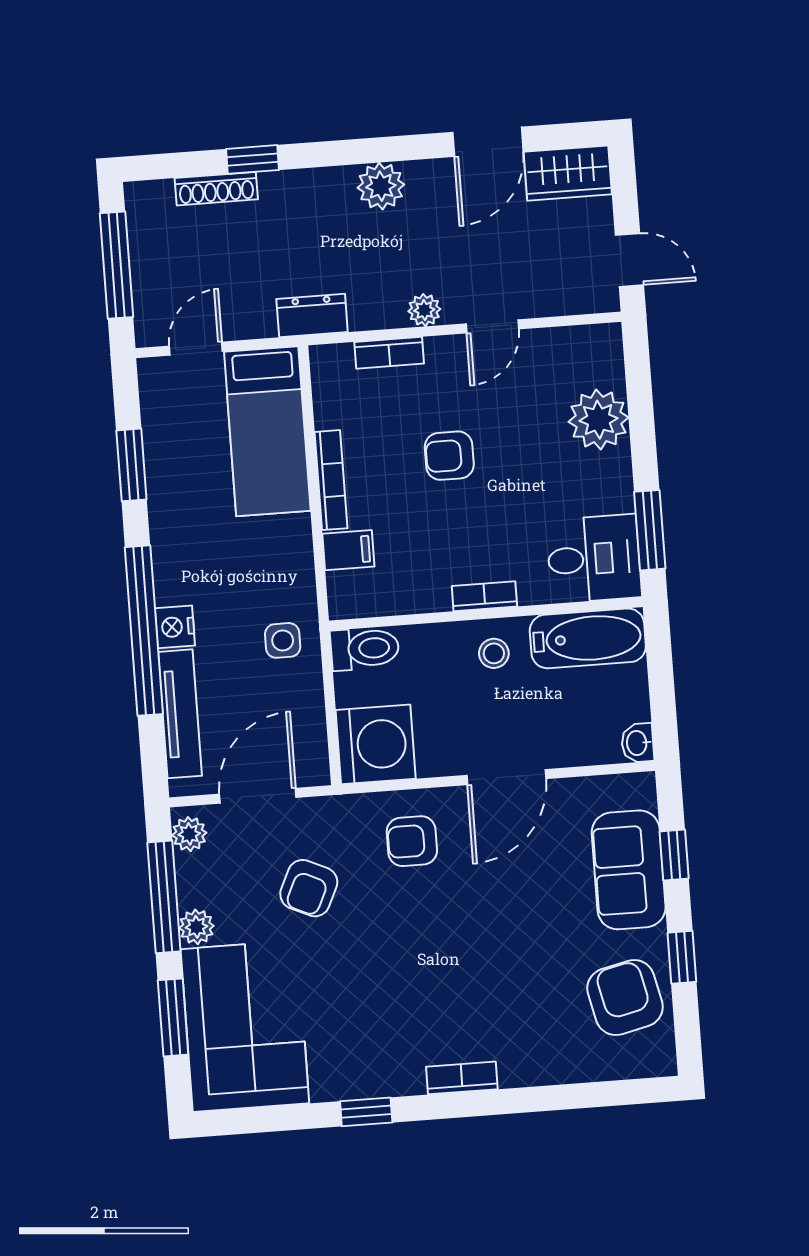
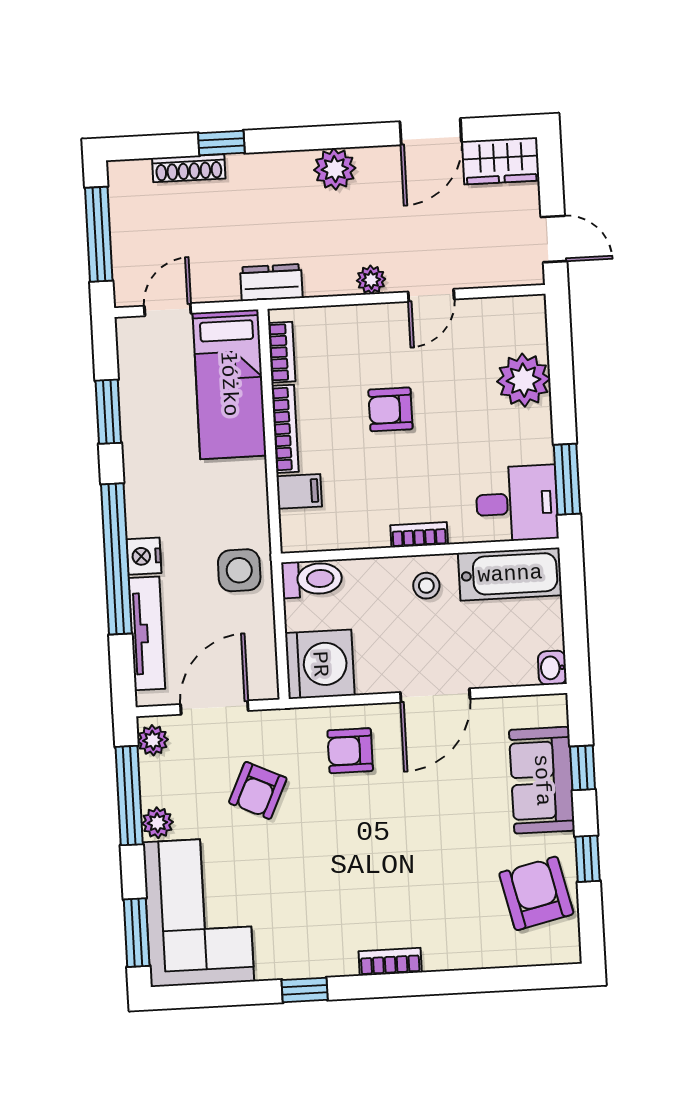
bookcase: (389, 353) -> (282, 352), moved, turned -90
side table: (283, 640) -> (239, 570), width x1.37, depth x1.37
window: (173, 1017) -> (137, 933), moved

